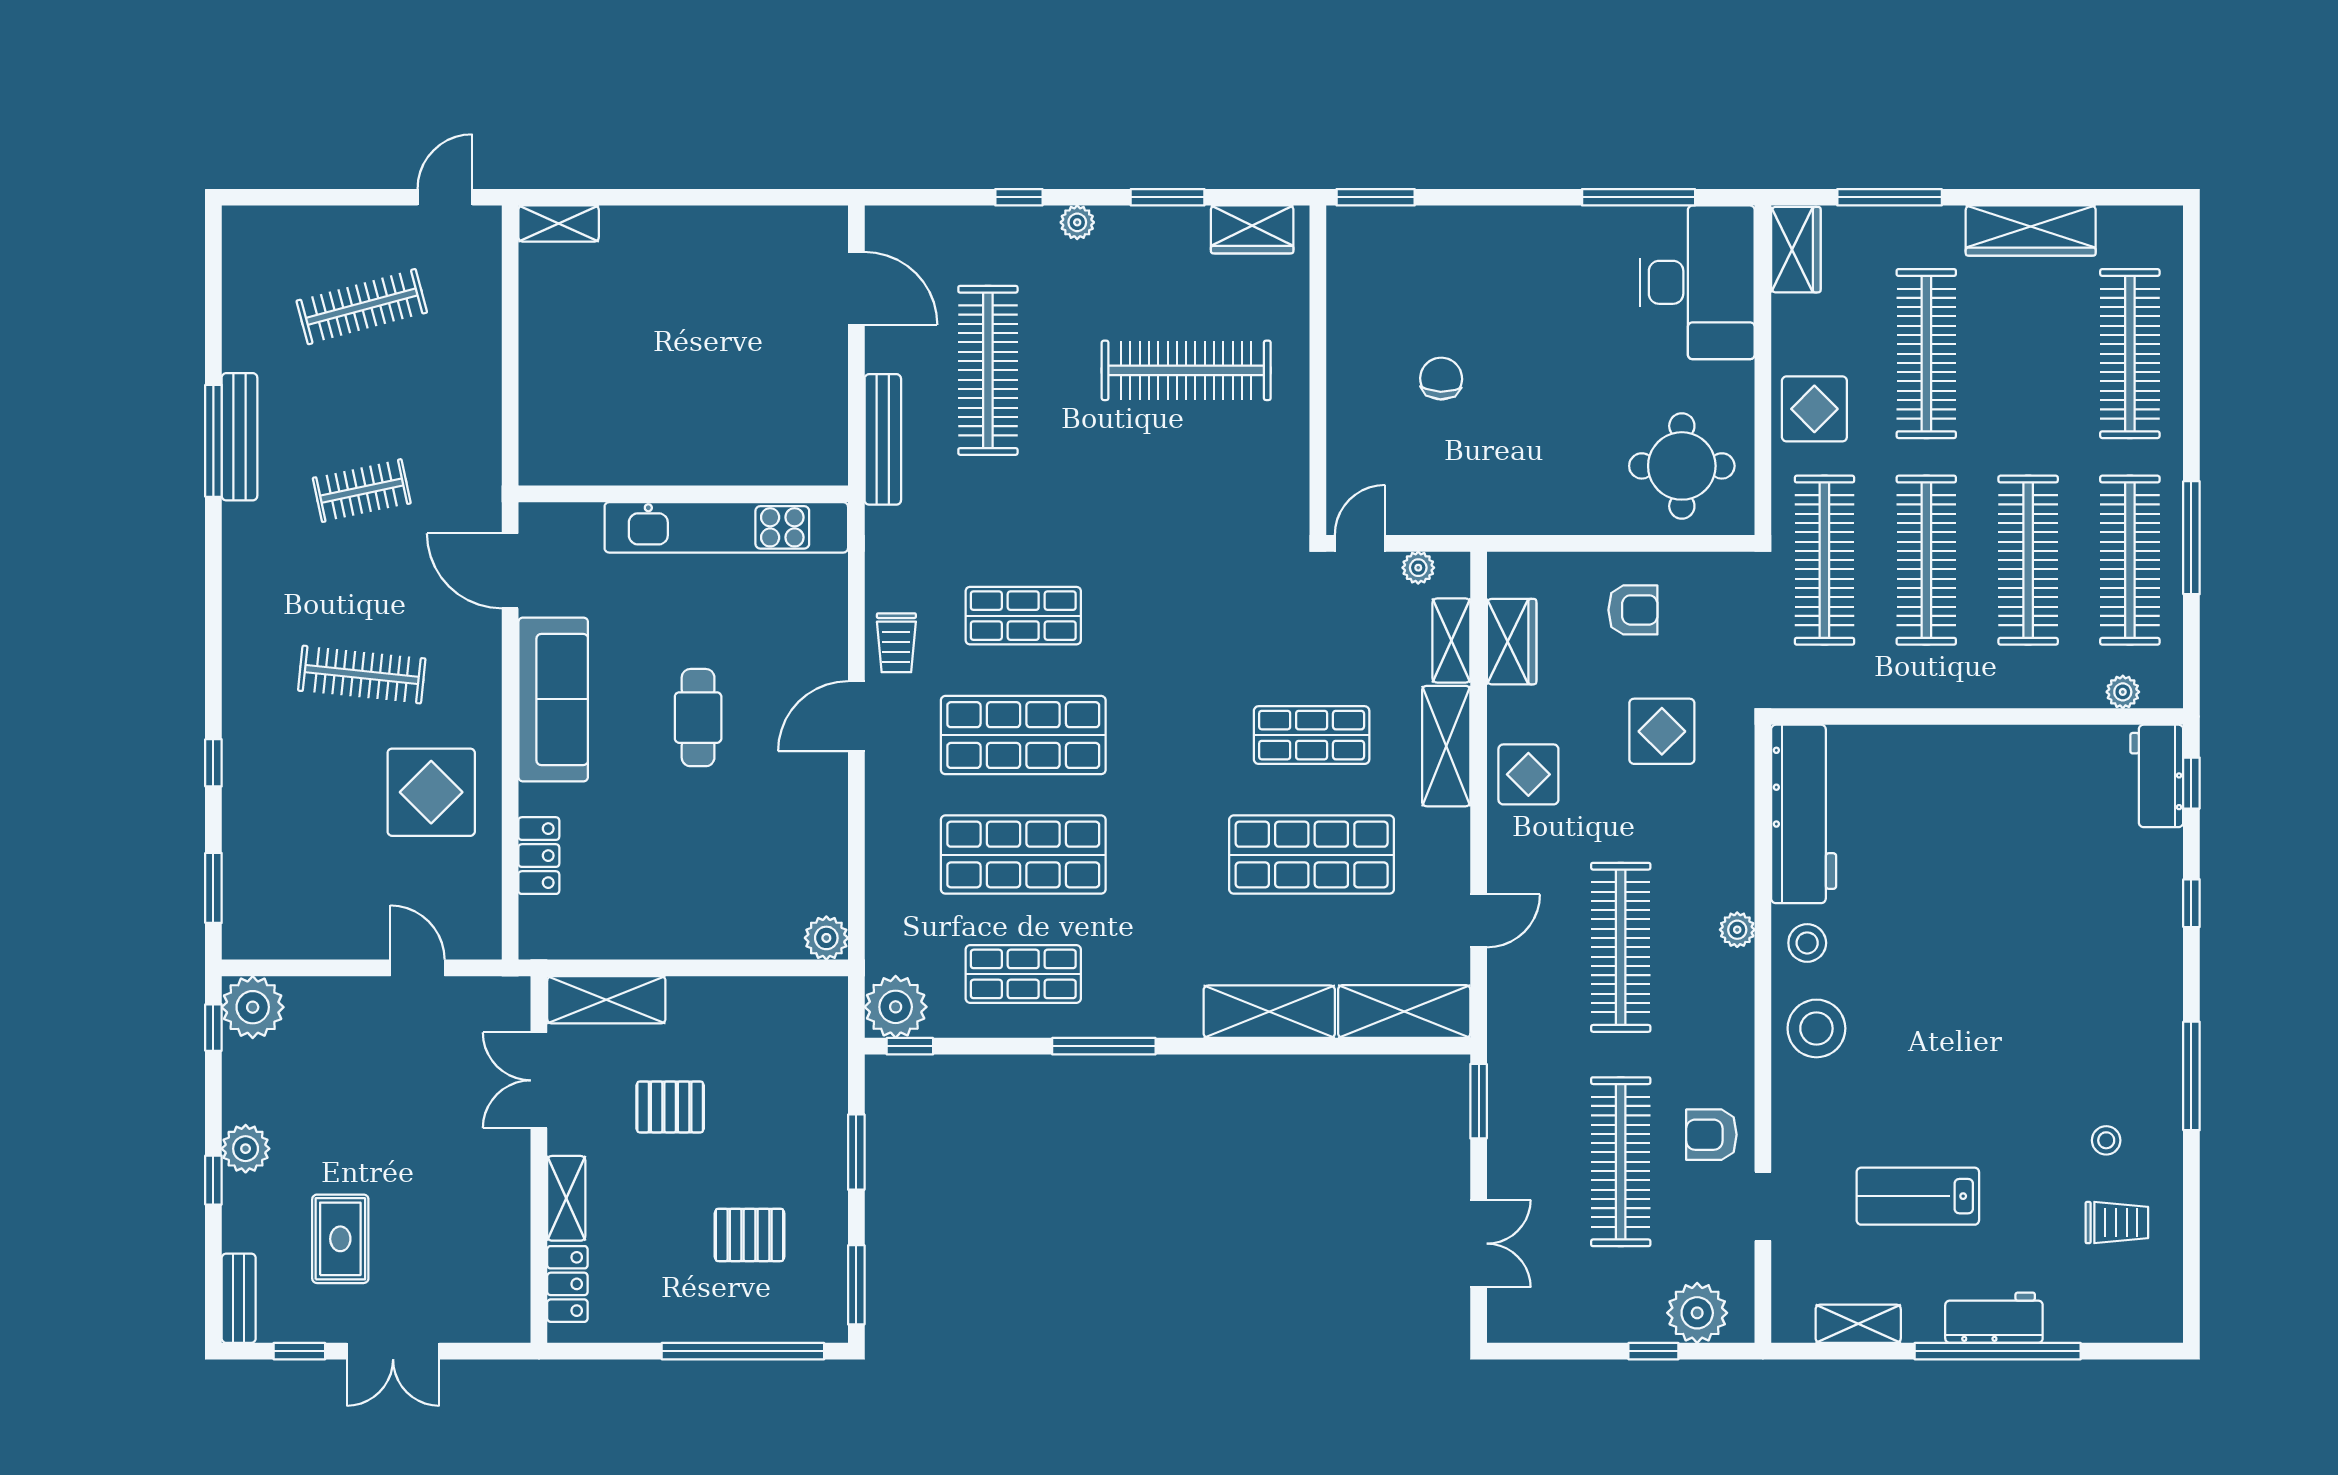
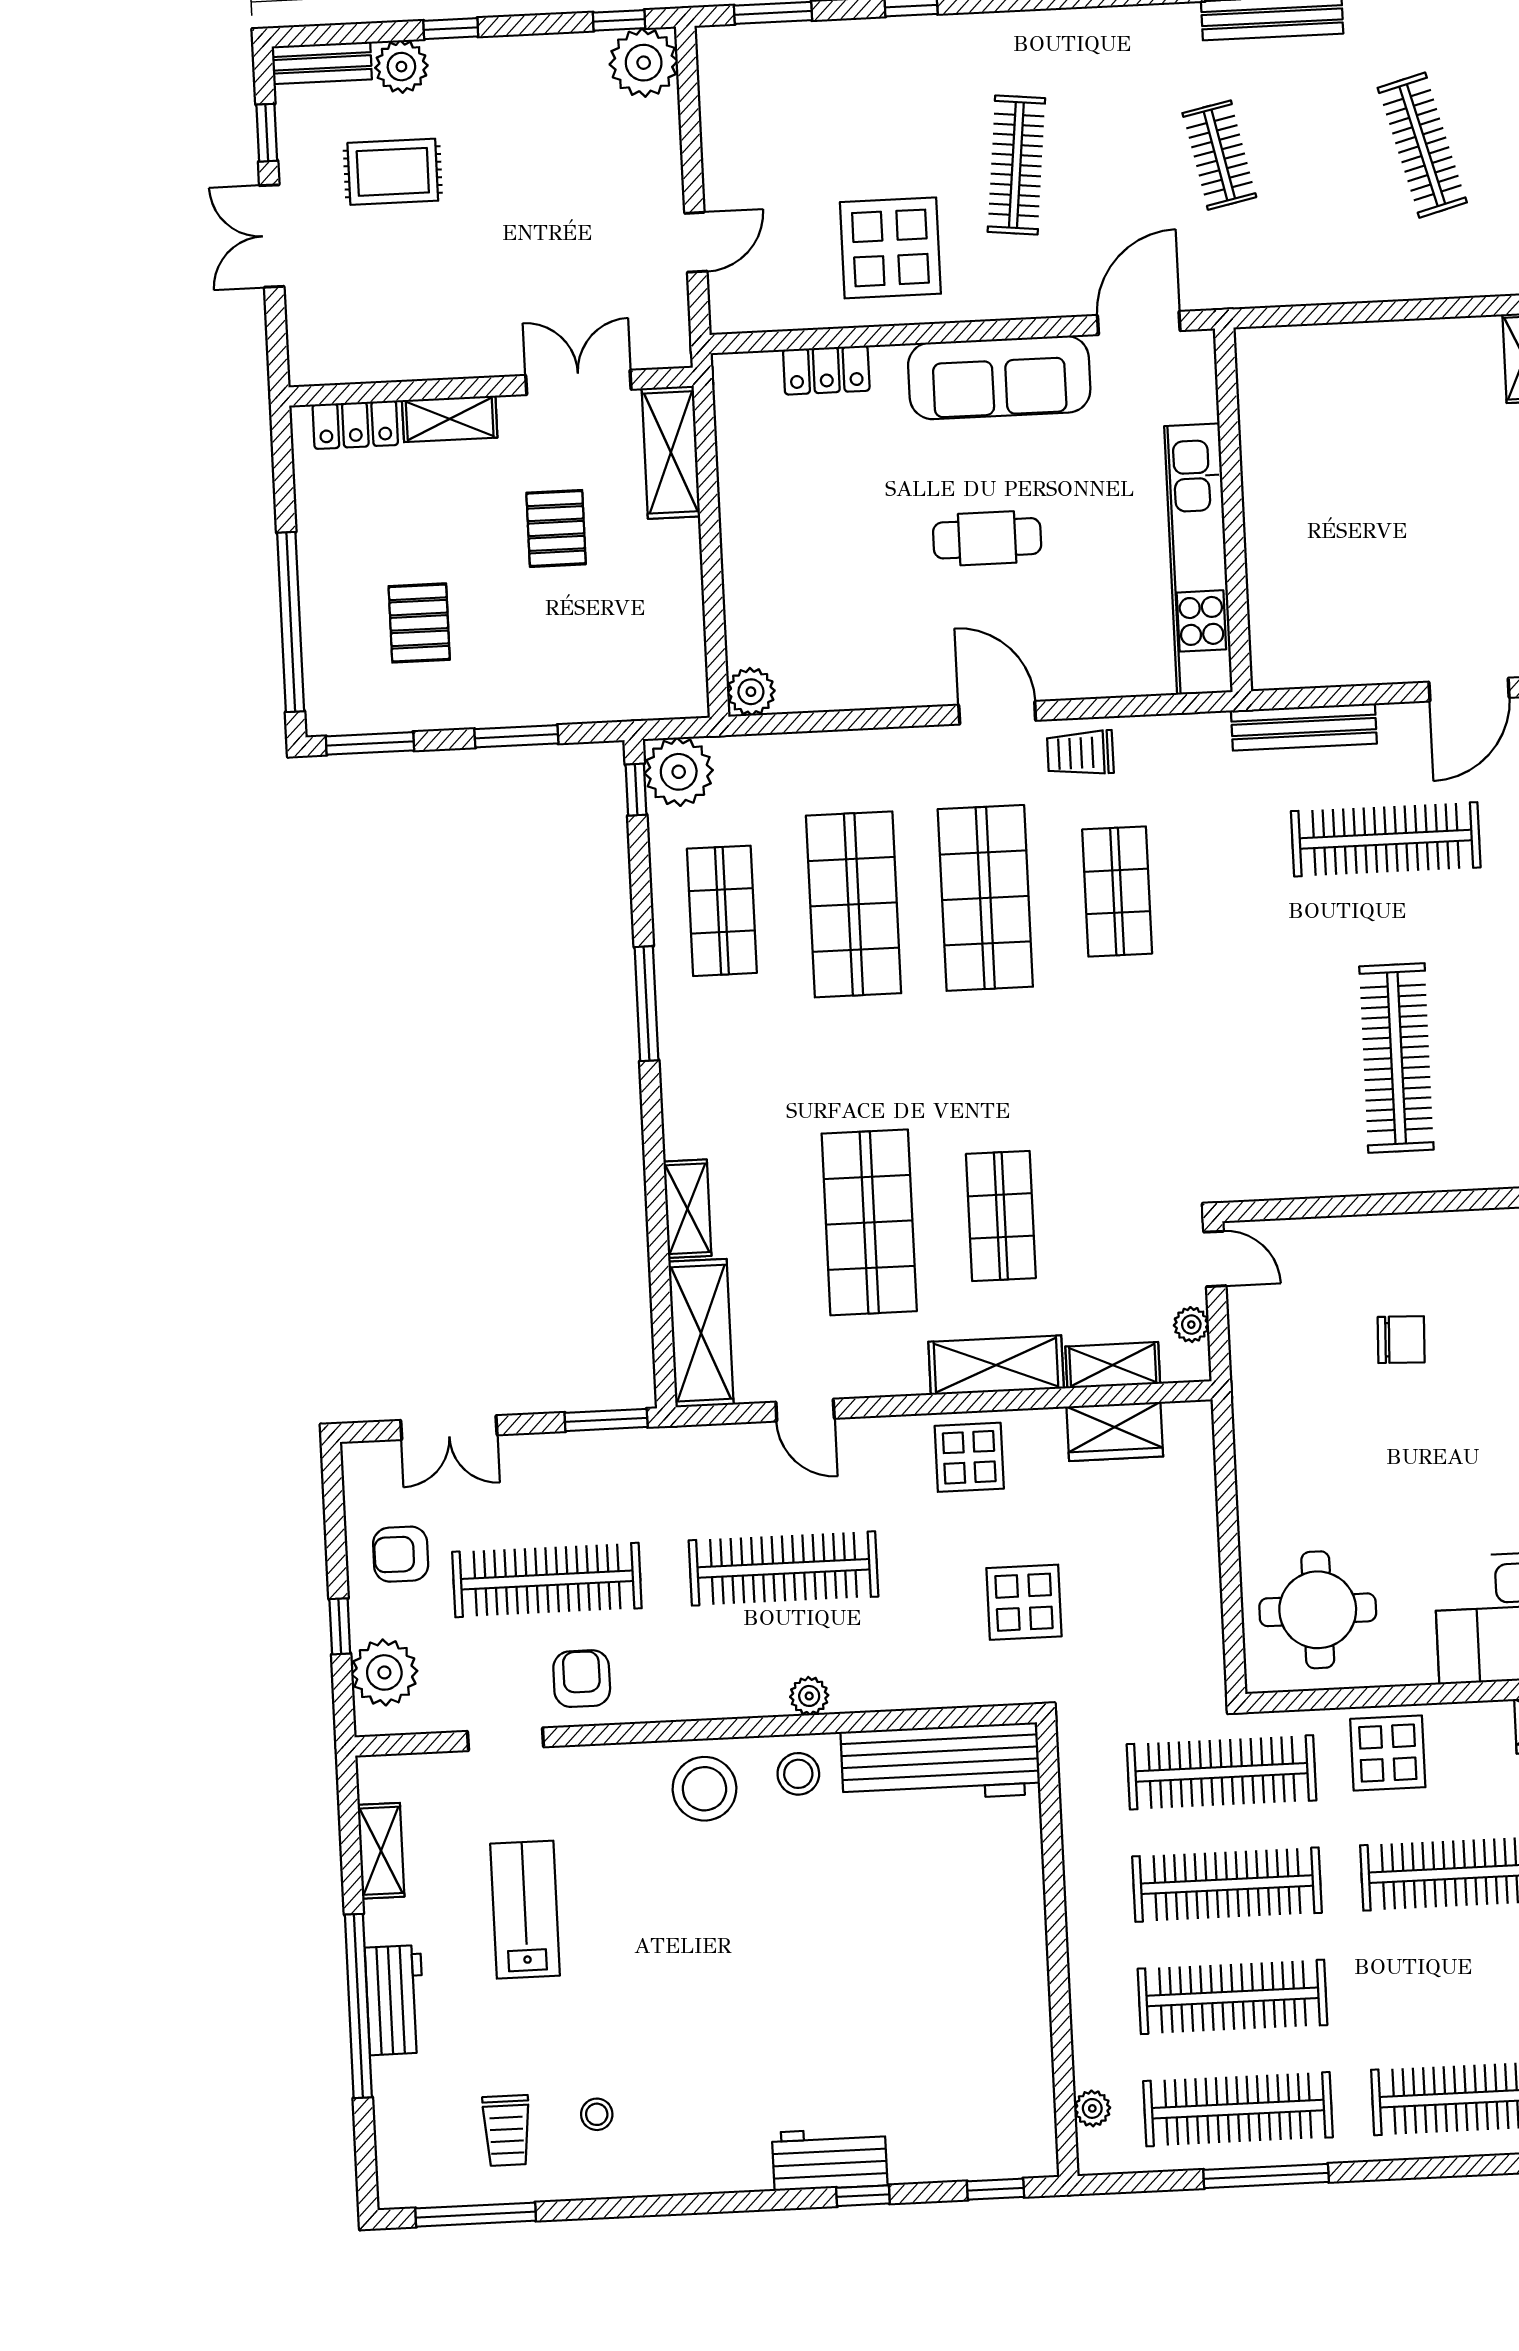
armchair: (1633, 610) -> (401, 1554), moved, turned 90
workbench: (2157, 776) -> (830, 2159), moved
shelving: (1269, 1012) -> (687, 1209), width x0.67, depth x0.75
window: (2191, 1076) -> (476, 2215), moved
plant: (246, 1149) -> (401, 67), moved

